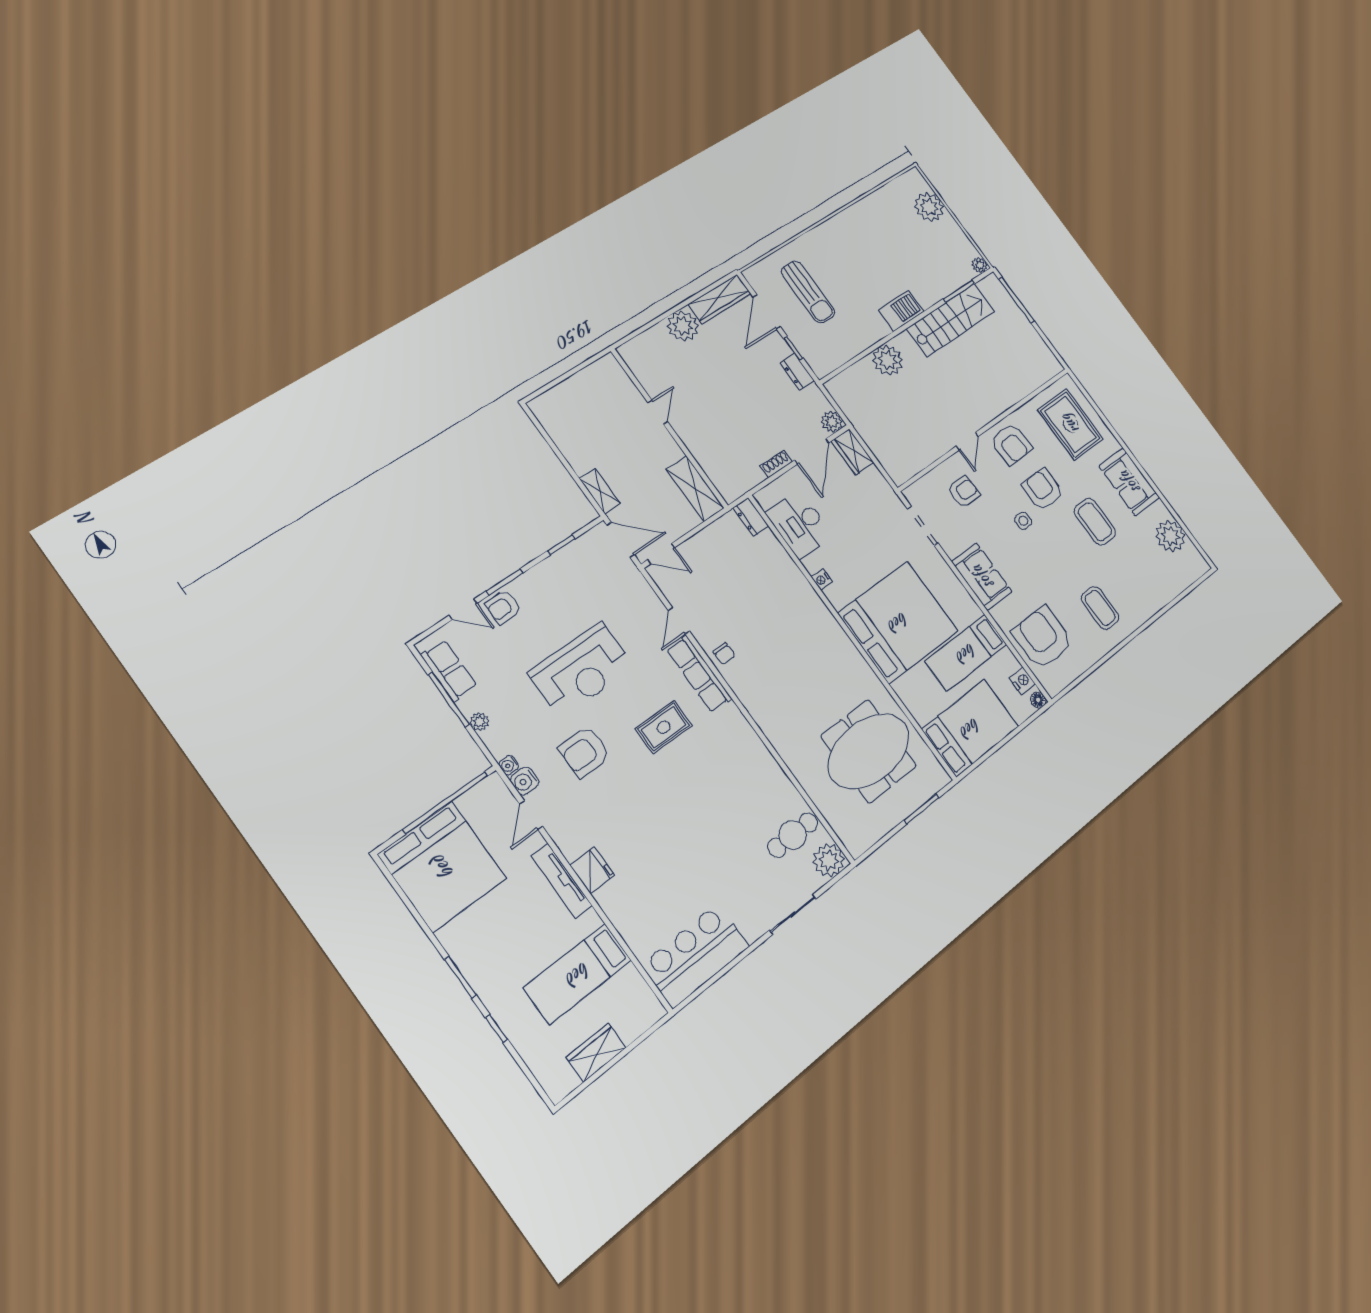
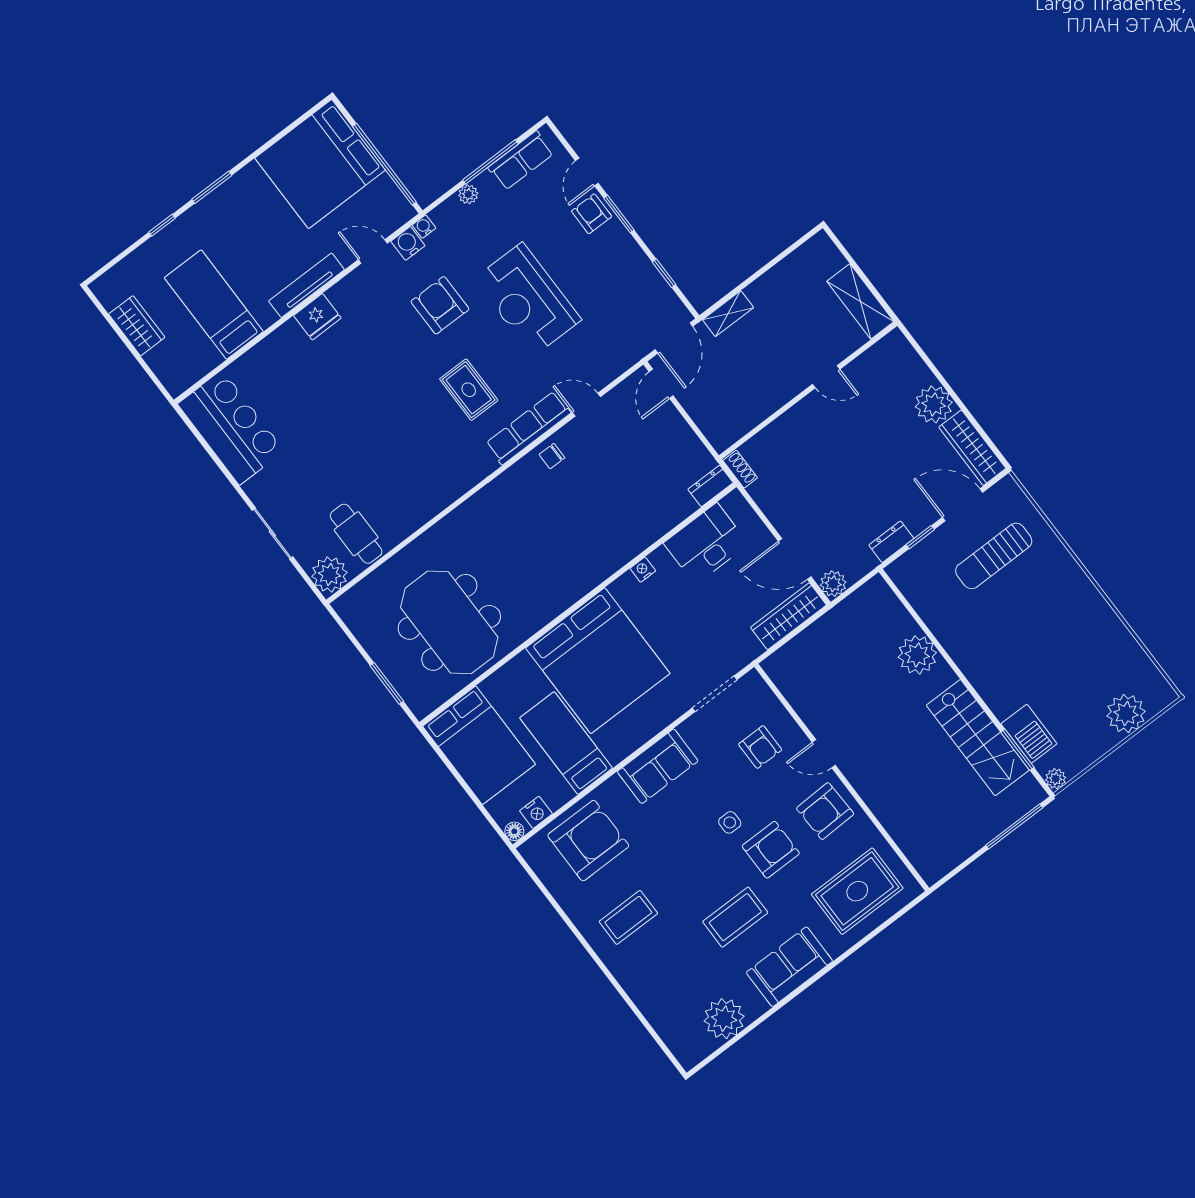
barbecue: (901, 311) -> (1029, 734), moved
wardrobe: (853, 452) -> (789, 616), width x1.50
shoe rack: (776, 464) -> (740, 469), moved
shelving: (695, 489) -> (860, 301), moved, turned 90

